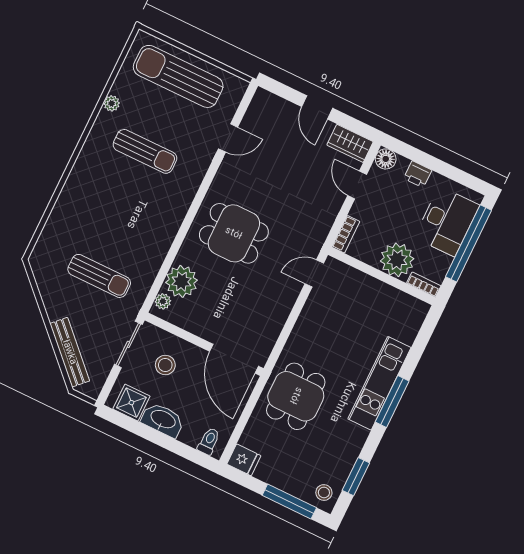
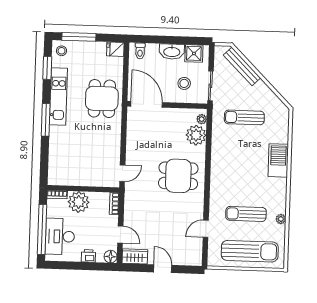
sun lounger: (145, 151) -> (246, 214), moved
barbecue: (77, 191) -> (278, 160), added
kitchen unit: (379, 383) -> (58, 96), moved

